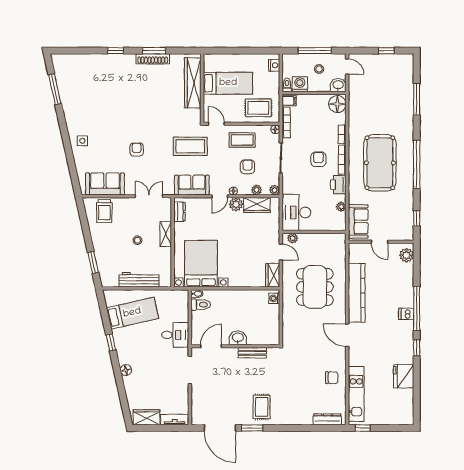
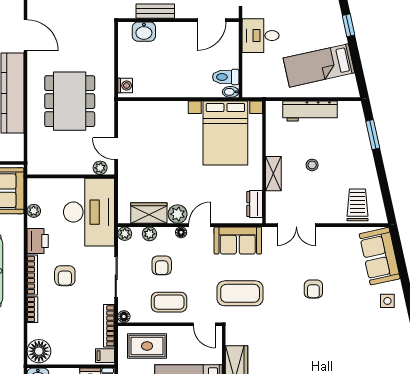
sofa: (105, 184) -> (380, 256), moved, turned 78
desk: (296, 212) -> (89, 212), width x1.36, depth x1.30
wardrobe: (273, 275) -> (127, 117), removed
washbasin: (238, 338) -> (144, 32), moved

